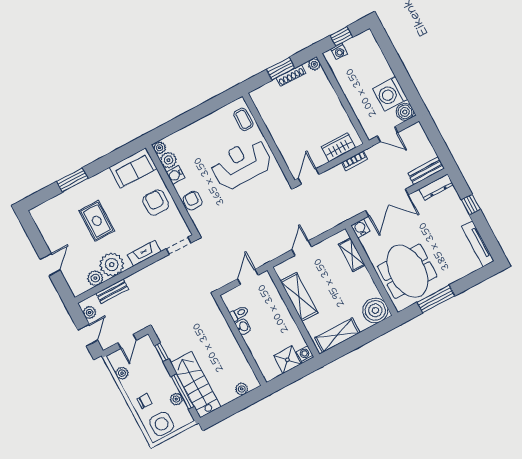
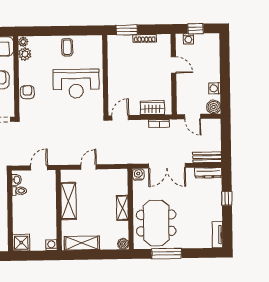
plant: (314, 64) -> (166, 39), removed
window: (281, 69) -> (127, 30), moved
door: (337, 88) -> (173, 65), added
washing machine: (390, 94) -> (215, 88), width x0.53, depth x0.53
coffee table: (243, 119) -> (67, 47), moved
reception desk: (241, 164) -> (76, 84), turned 180
water cooler: (175, 175) -> (24, 67), removed
tv unit: (478, 244) -> (217, 235), width x0.71
shelving: (352, 255) -> (122, 208), moved
boiler: (375, 310) -> (123, 244), width x0.54, depth x0.54
washbasin: (243, 327) -> (17, 180), moved
shower: (287, 360) -> (21, 243), moved

